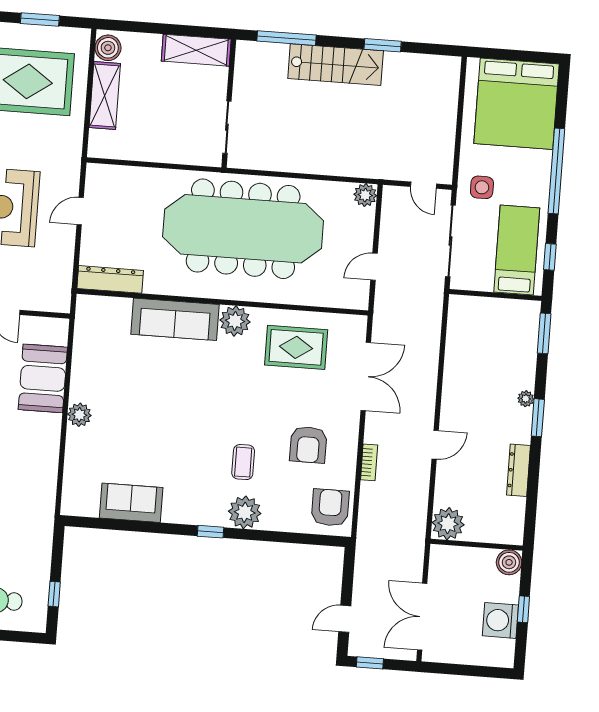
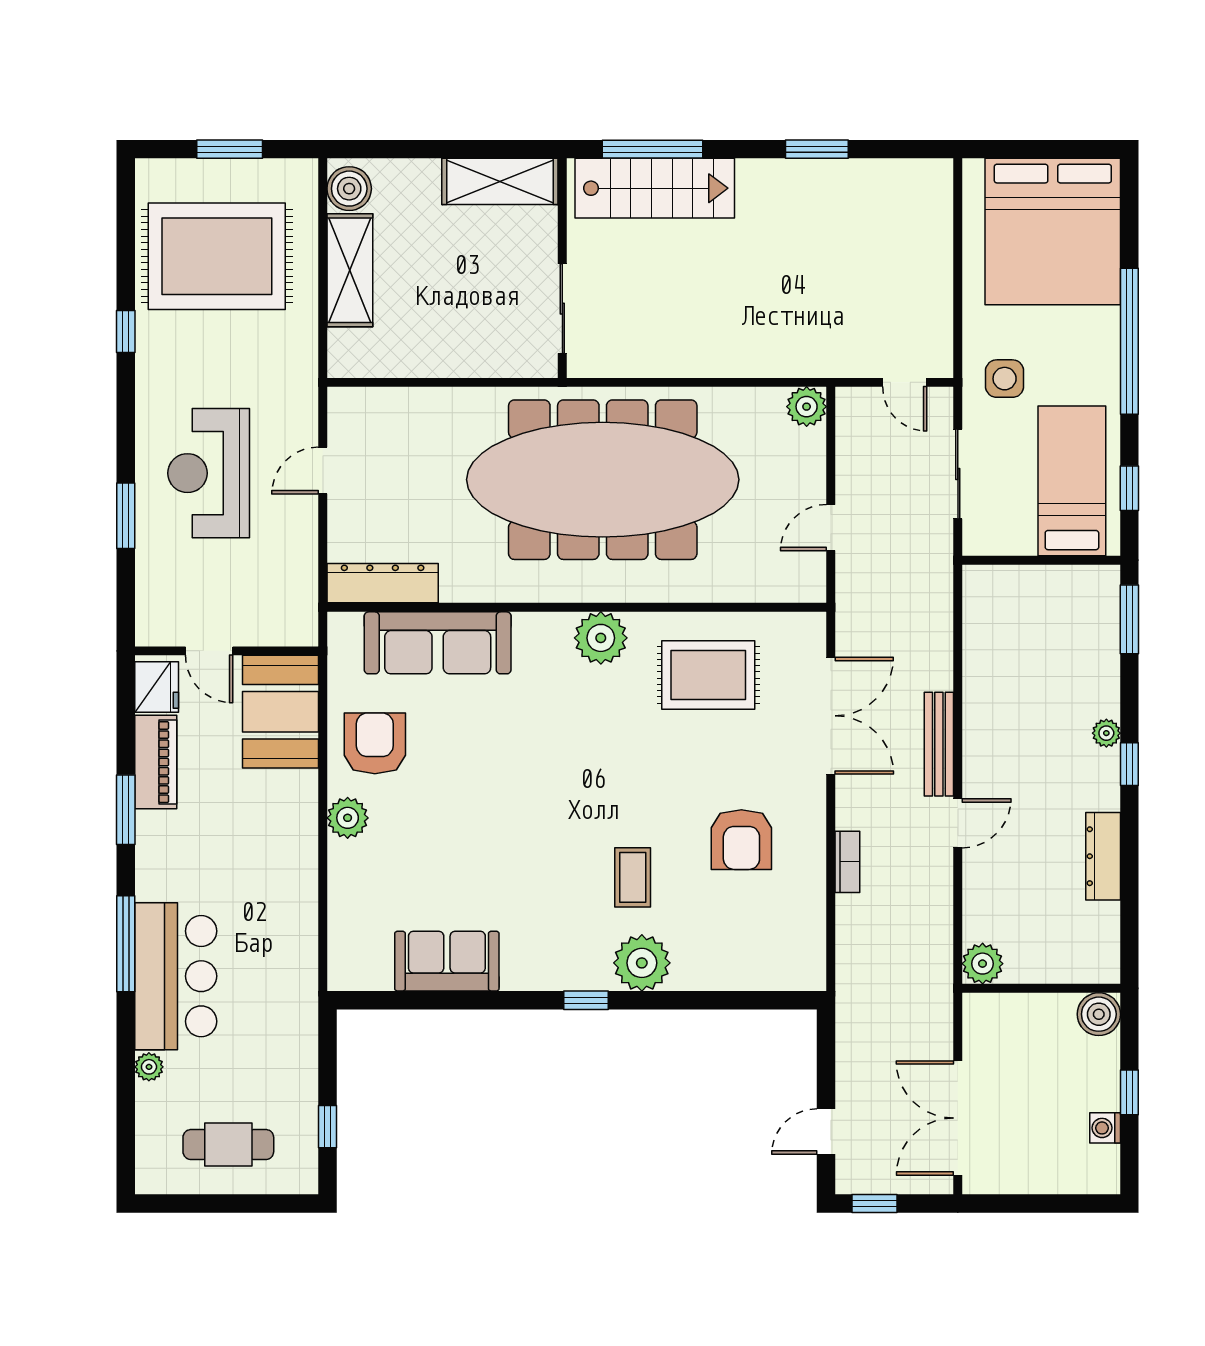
stairs: (336, 65) -> (655, 188), moved
sliding door: (450, 241) -> (958, 474), width x0.73
sofa: (175, 319) -> (438, 643), moved
booth: (43, 378) -> (281, 712), moved
bench: (428, 398) -> (939, 744), added
window: (538, 418) -> (1129, 764), width x0.67
armchair: (330, 508) -> (375, 743), moved
plant: (448, 524) -> (983, 964), width x0.73, depth x0.73
washing machine: (500, 620) -> (1105, 1128), width x0.53, depth x0.53

